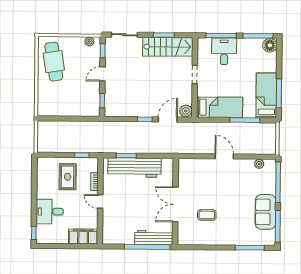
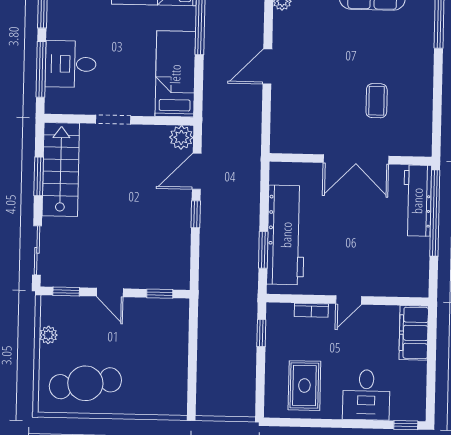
plant: (89, 42) -> (48, 335), moved
door: (168, 119) -> (197, 171), hinge flipped
rug: (68, 177) -> (304, 386), moved, turned 90

